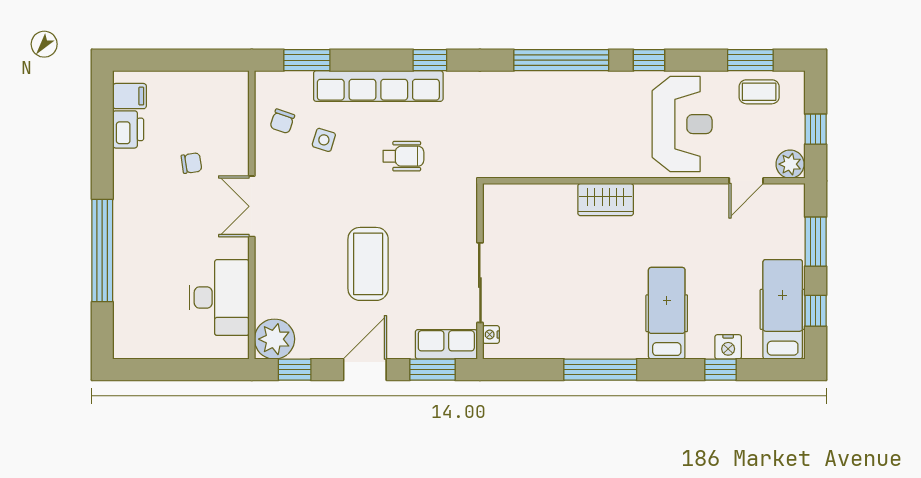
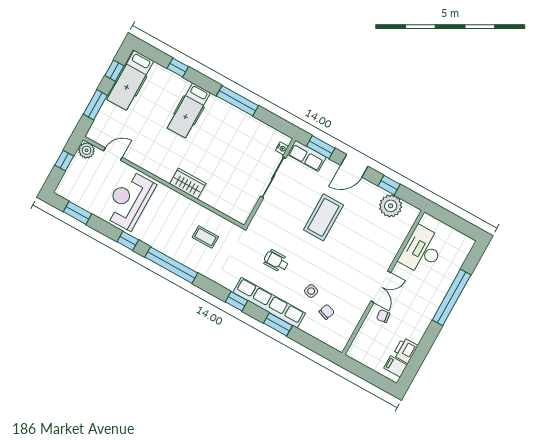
window: (307, 60) -> (278, 324), moved
coffee table: (759, 92) -> (205, 237), moved
double door: (252, 206) -> (381, 287), moved
wall: (252, 215) -> (383, 282), moved
desk: (219, 298) -> (422, 250), moved
nightstand: (728, 347) -> (168, 77), removed

